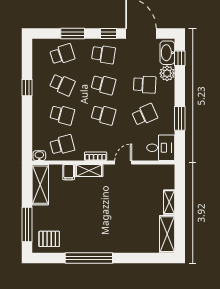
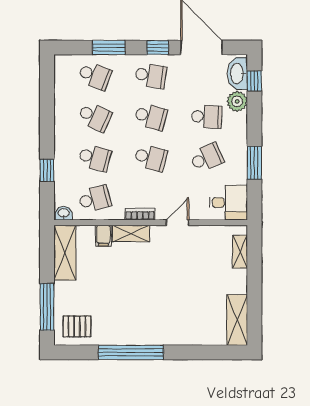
school desk: (62, 54) -> (95, 76), turned 39
window: (27, 88) -> (47, 170), moved
shelving: (169, 202) -> (240, 252), moved

